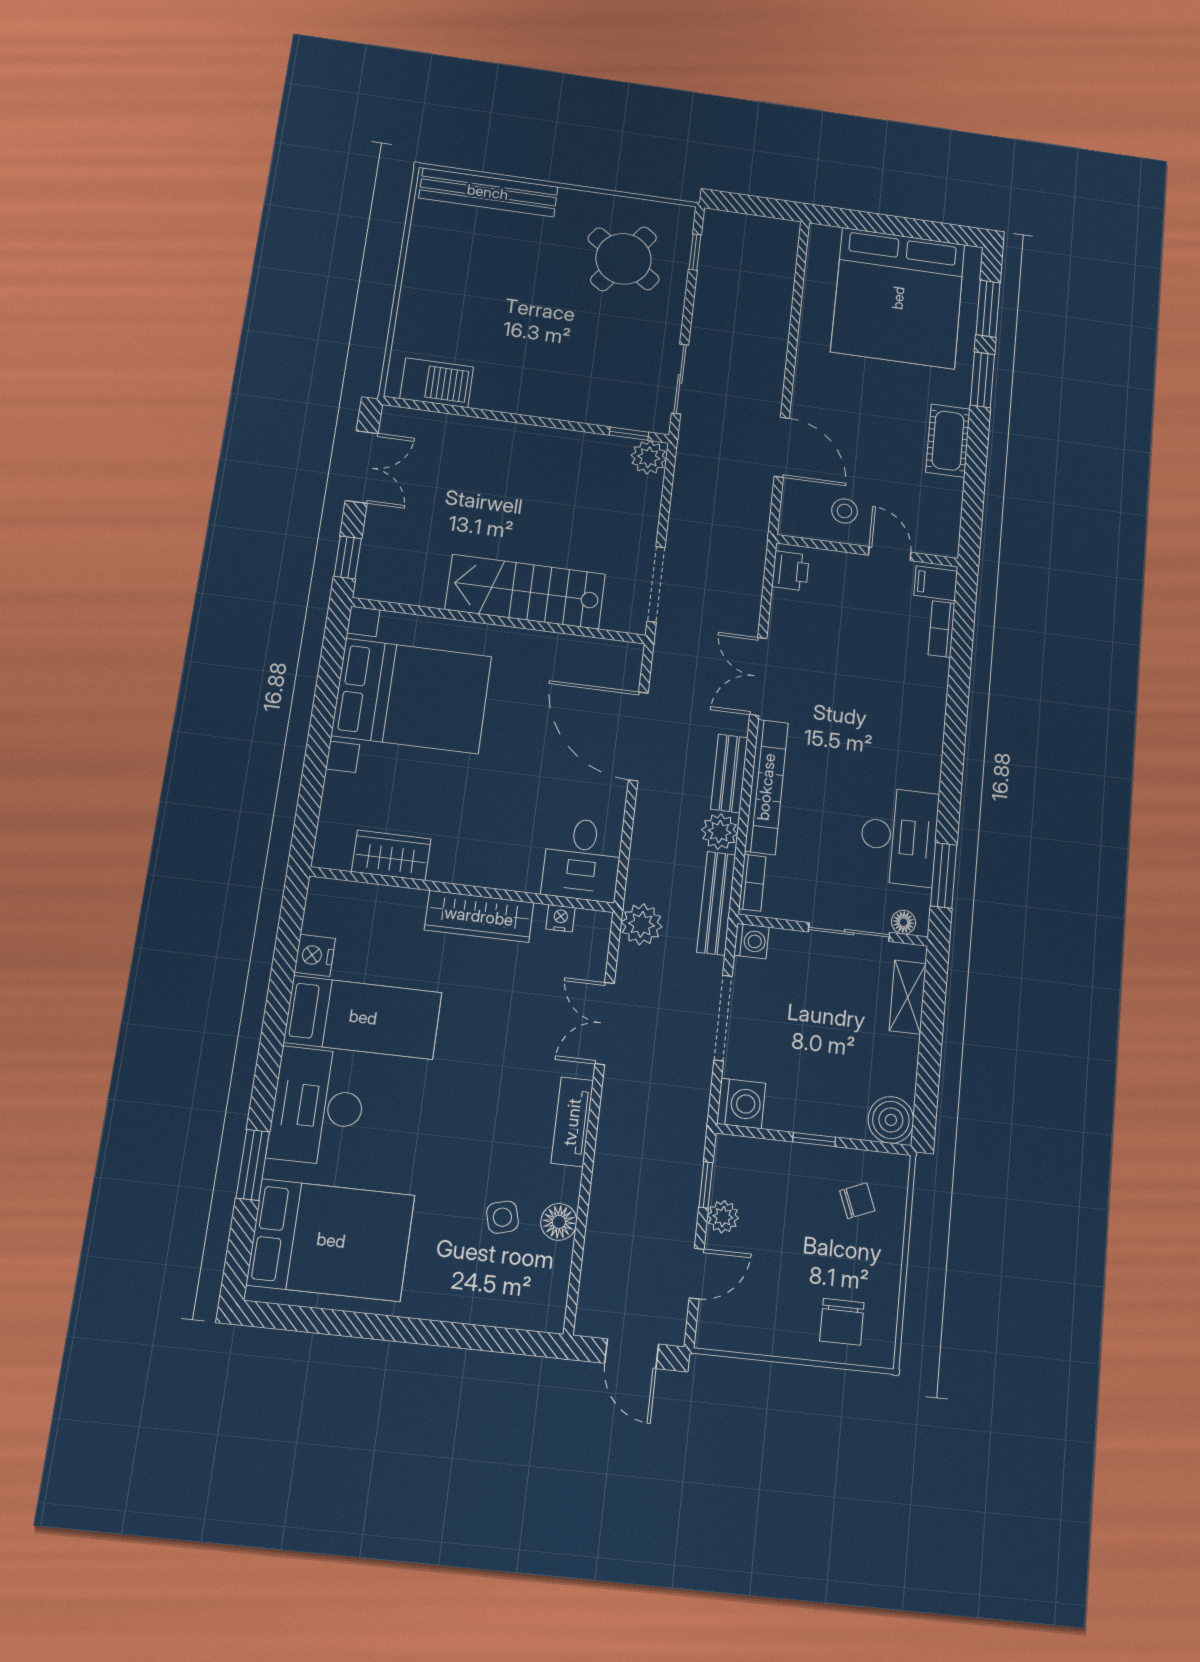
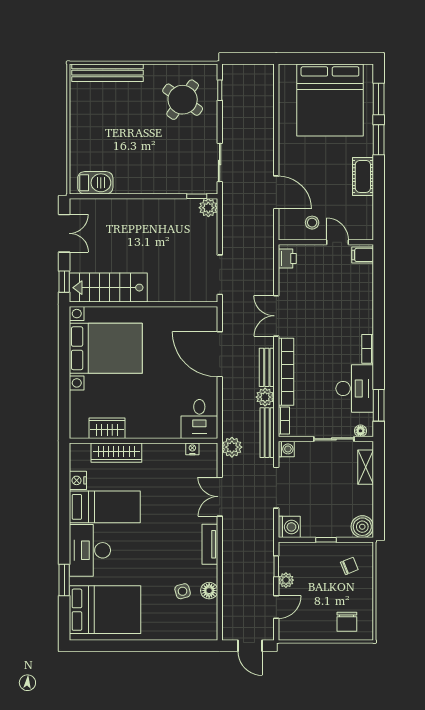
stairs: (525, 592) -> (108, 288), moved
bookcase: (941, 629) -> (368, 349), moved
wardrobe: (479, 916) -> (116, 453), moved

